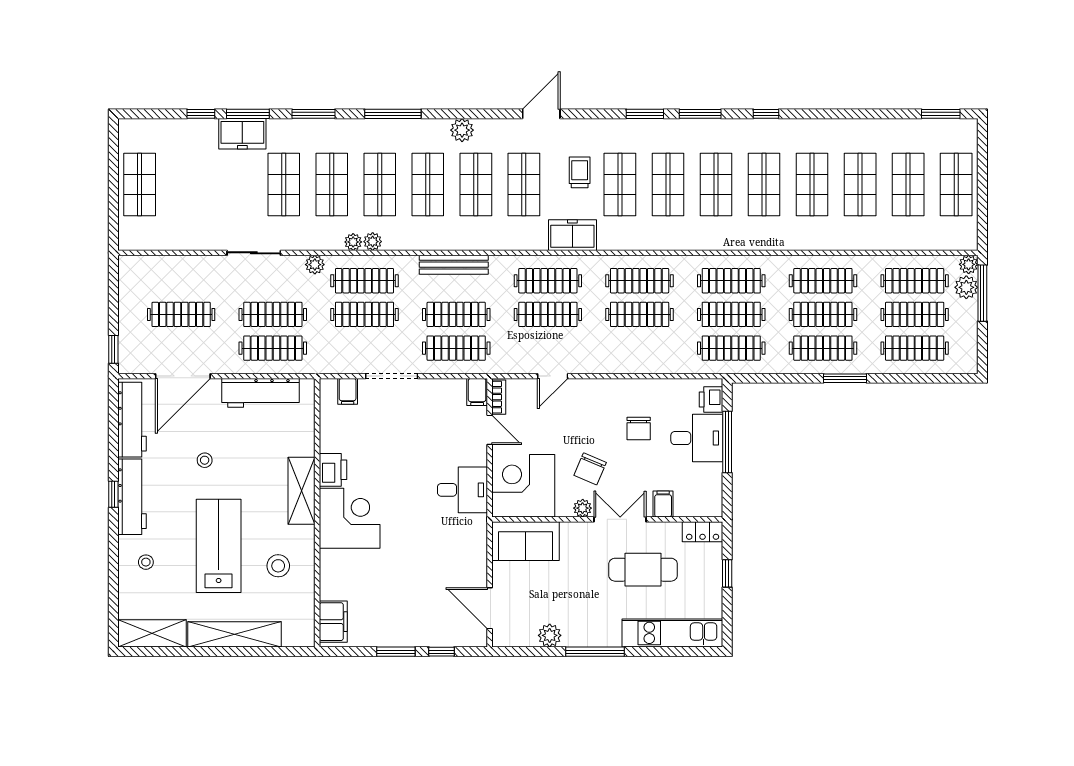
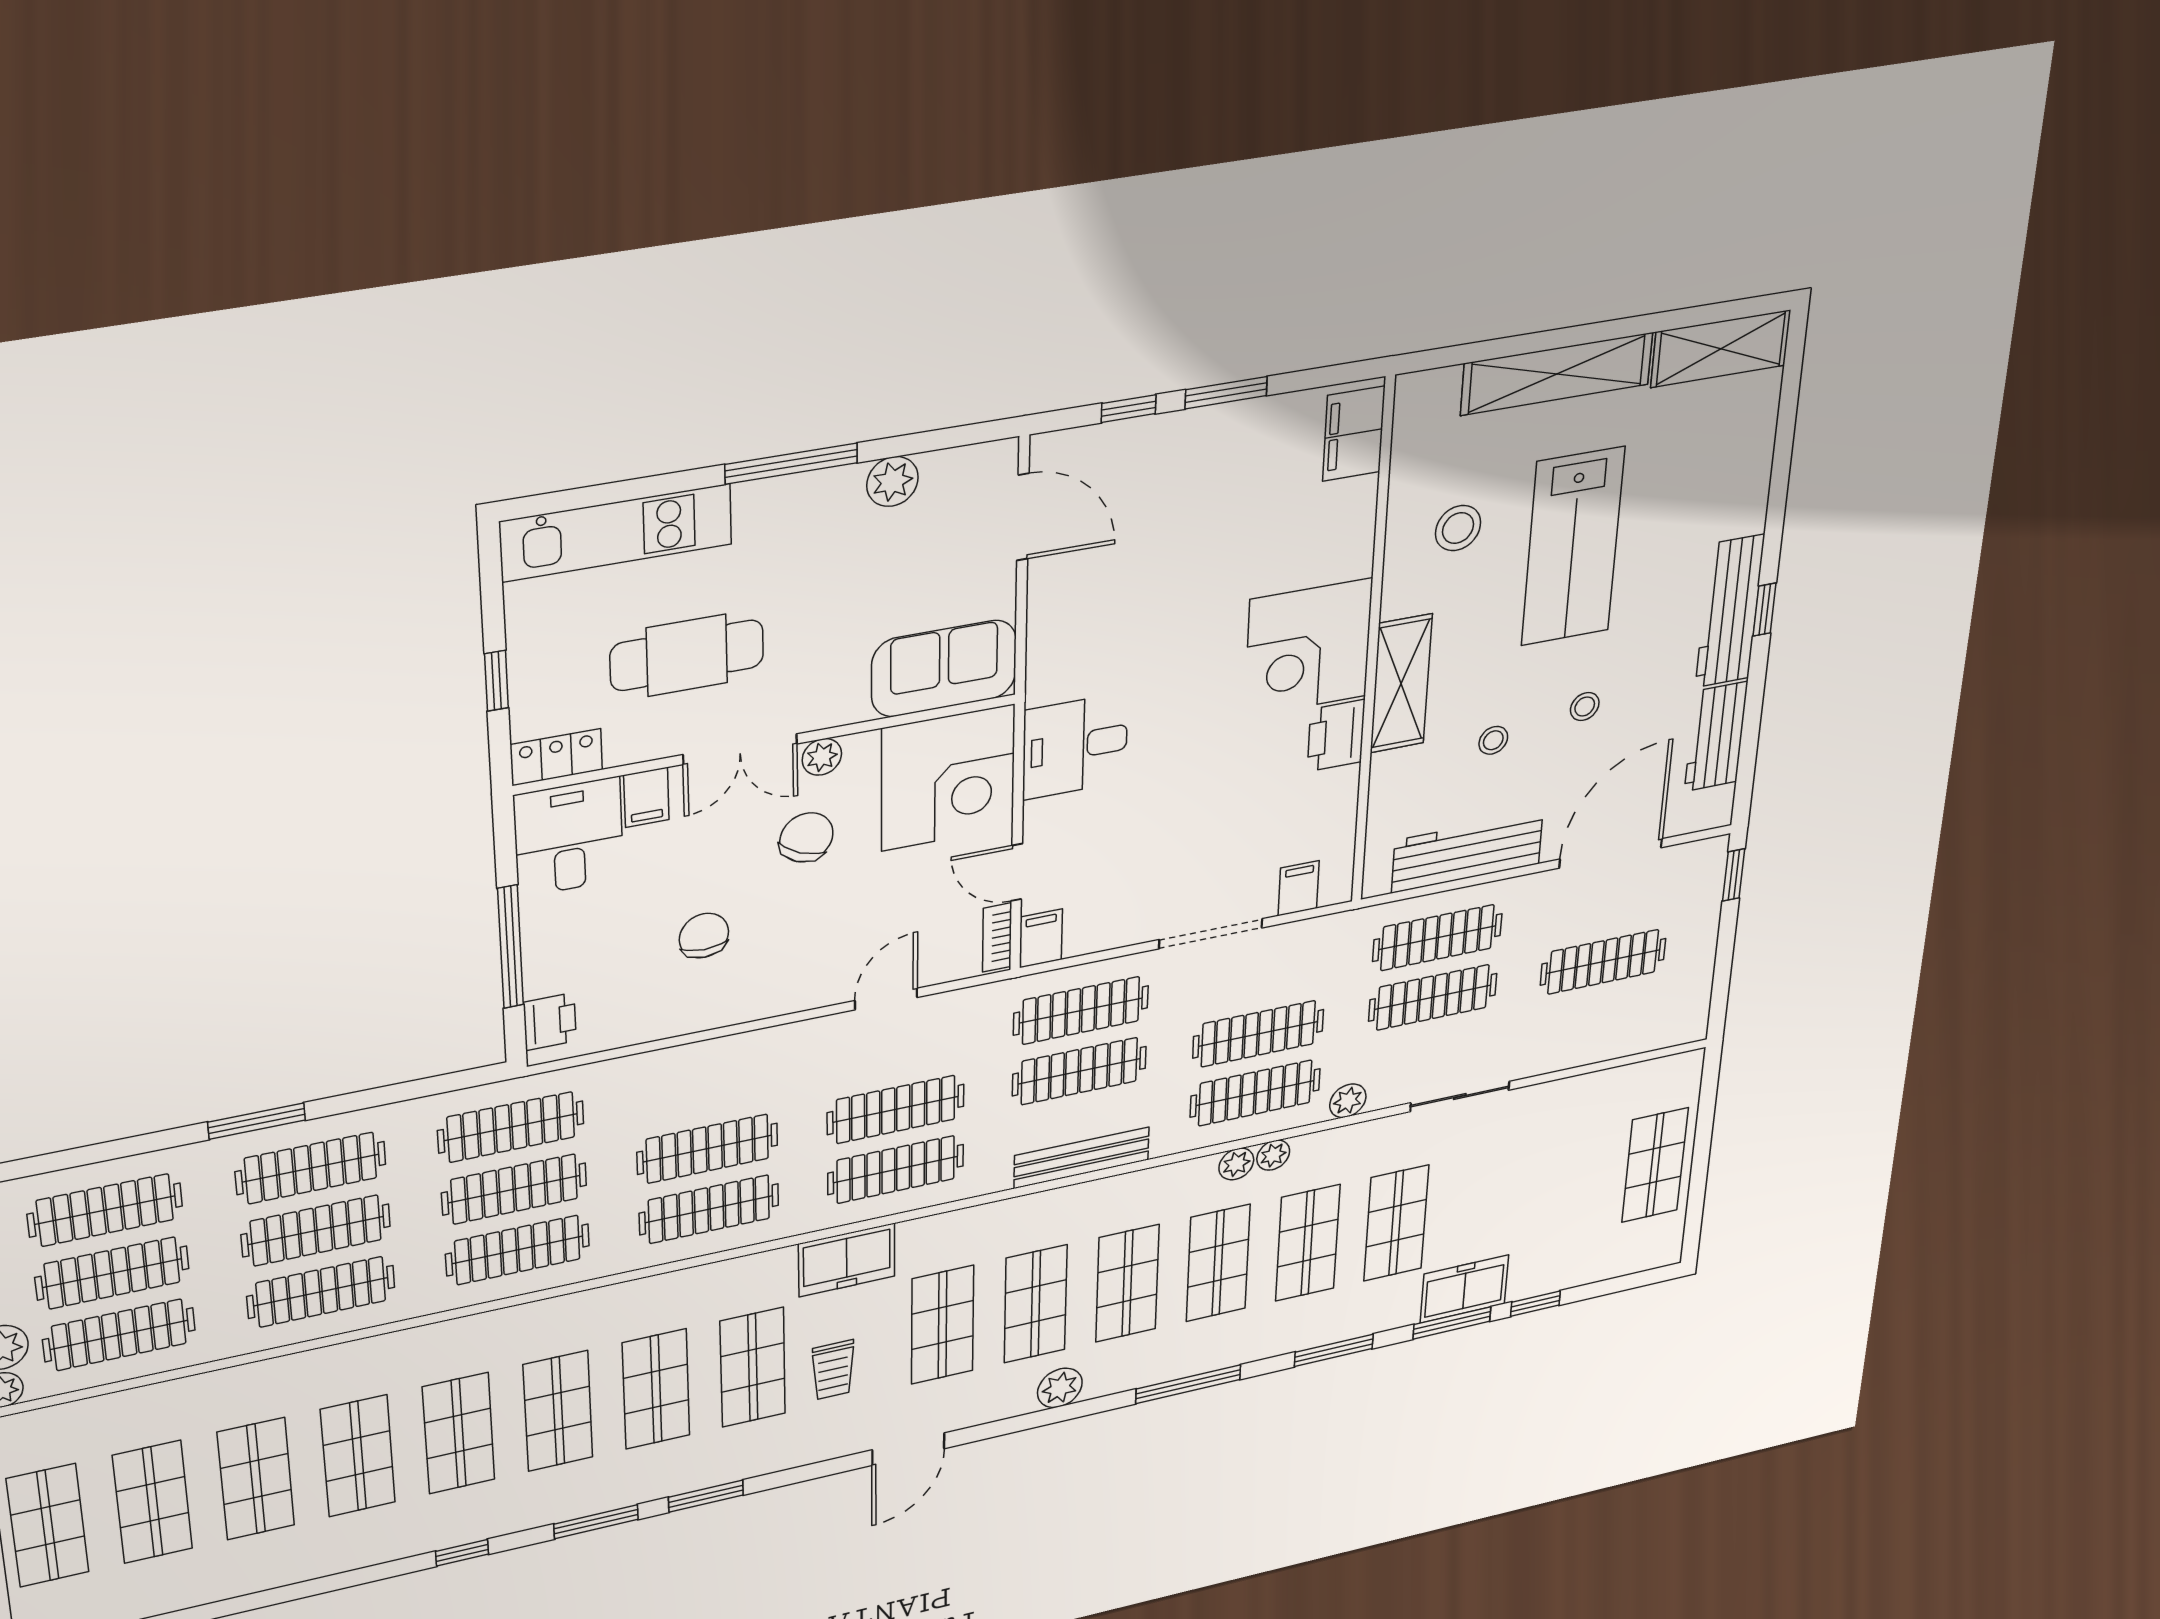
workbench: (132, 420) -> (1716, 737), width x0.73
desk: (697, 438) -> (569, 837), moved, turned 90
stool: (146, 562) -> (1493, 740), moved

